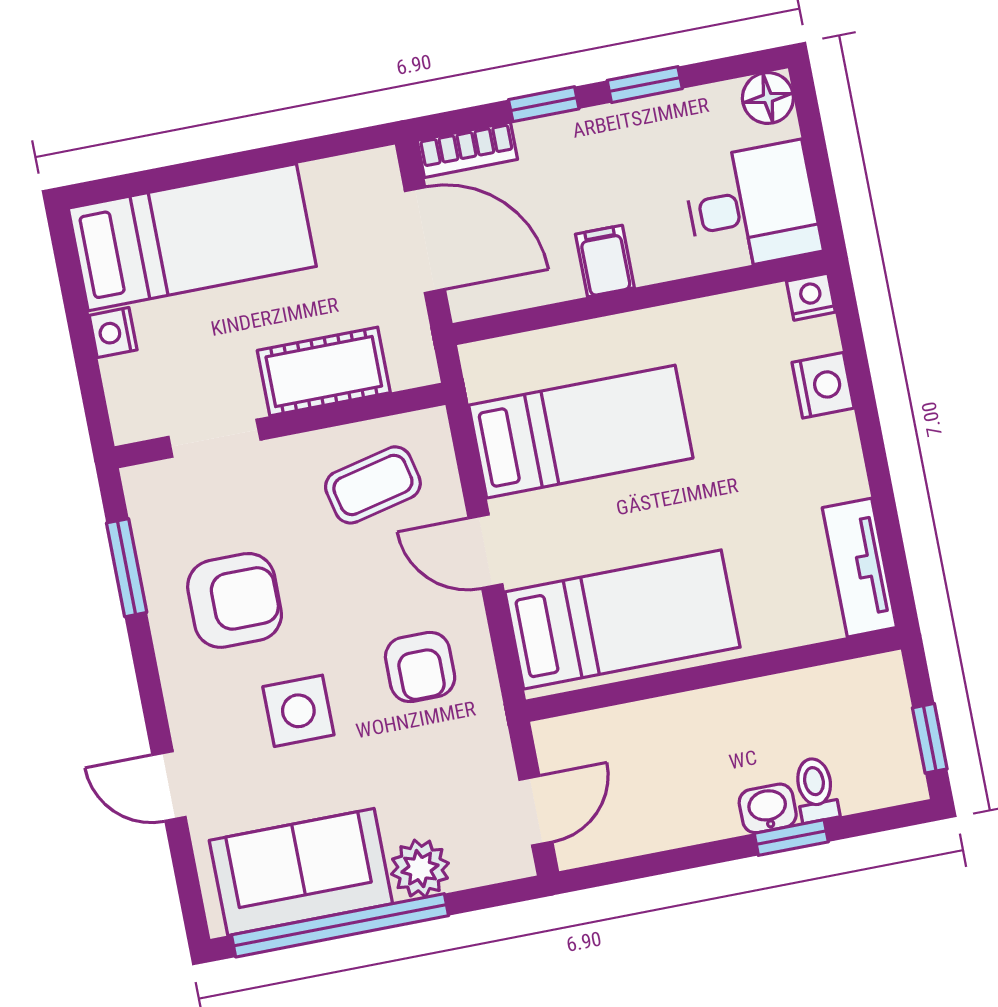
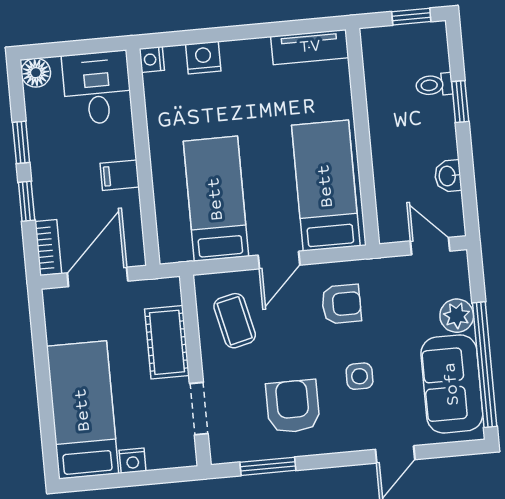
side table: (298, 711) -> (360, 376), width x0.73, depth x0.73
washbasin: (768, 808) -> (448, 176), moved

